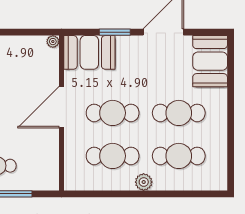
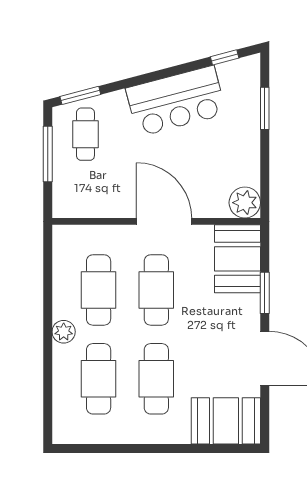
plant: (53, 42) -> (245, 203), width x1.88, depth x1.88

